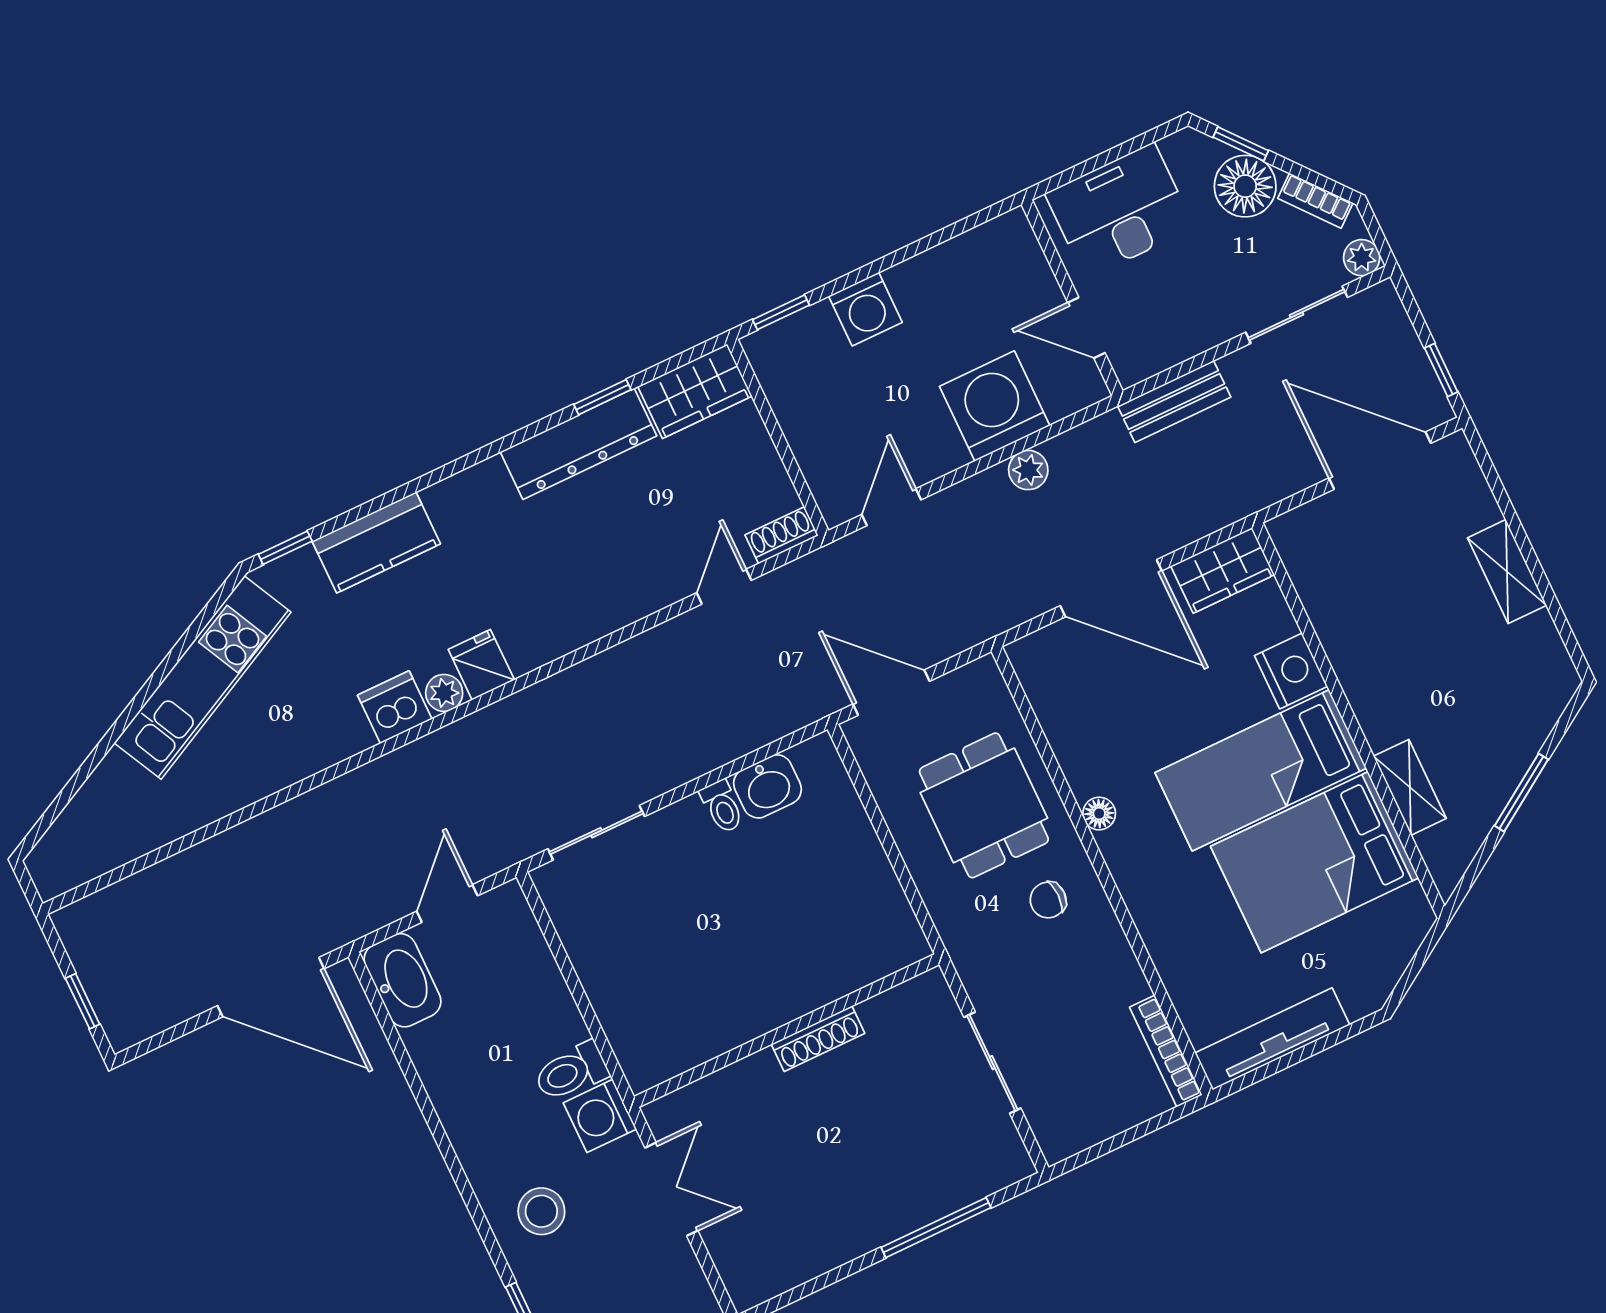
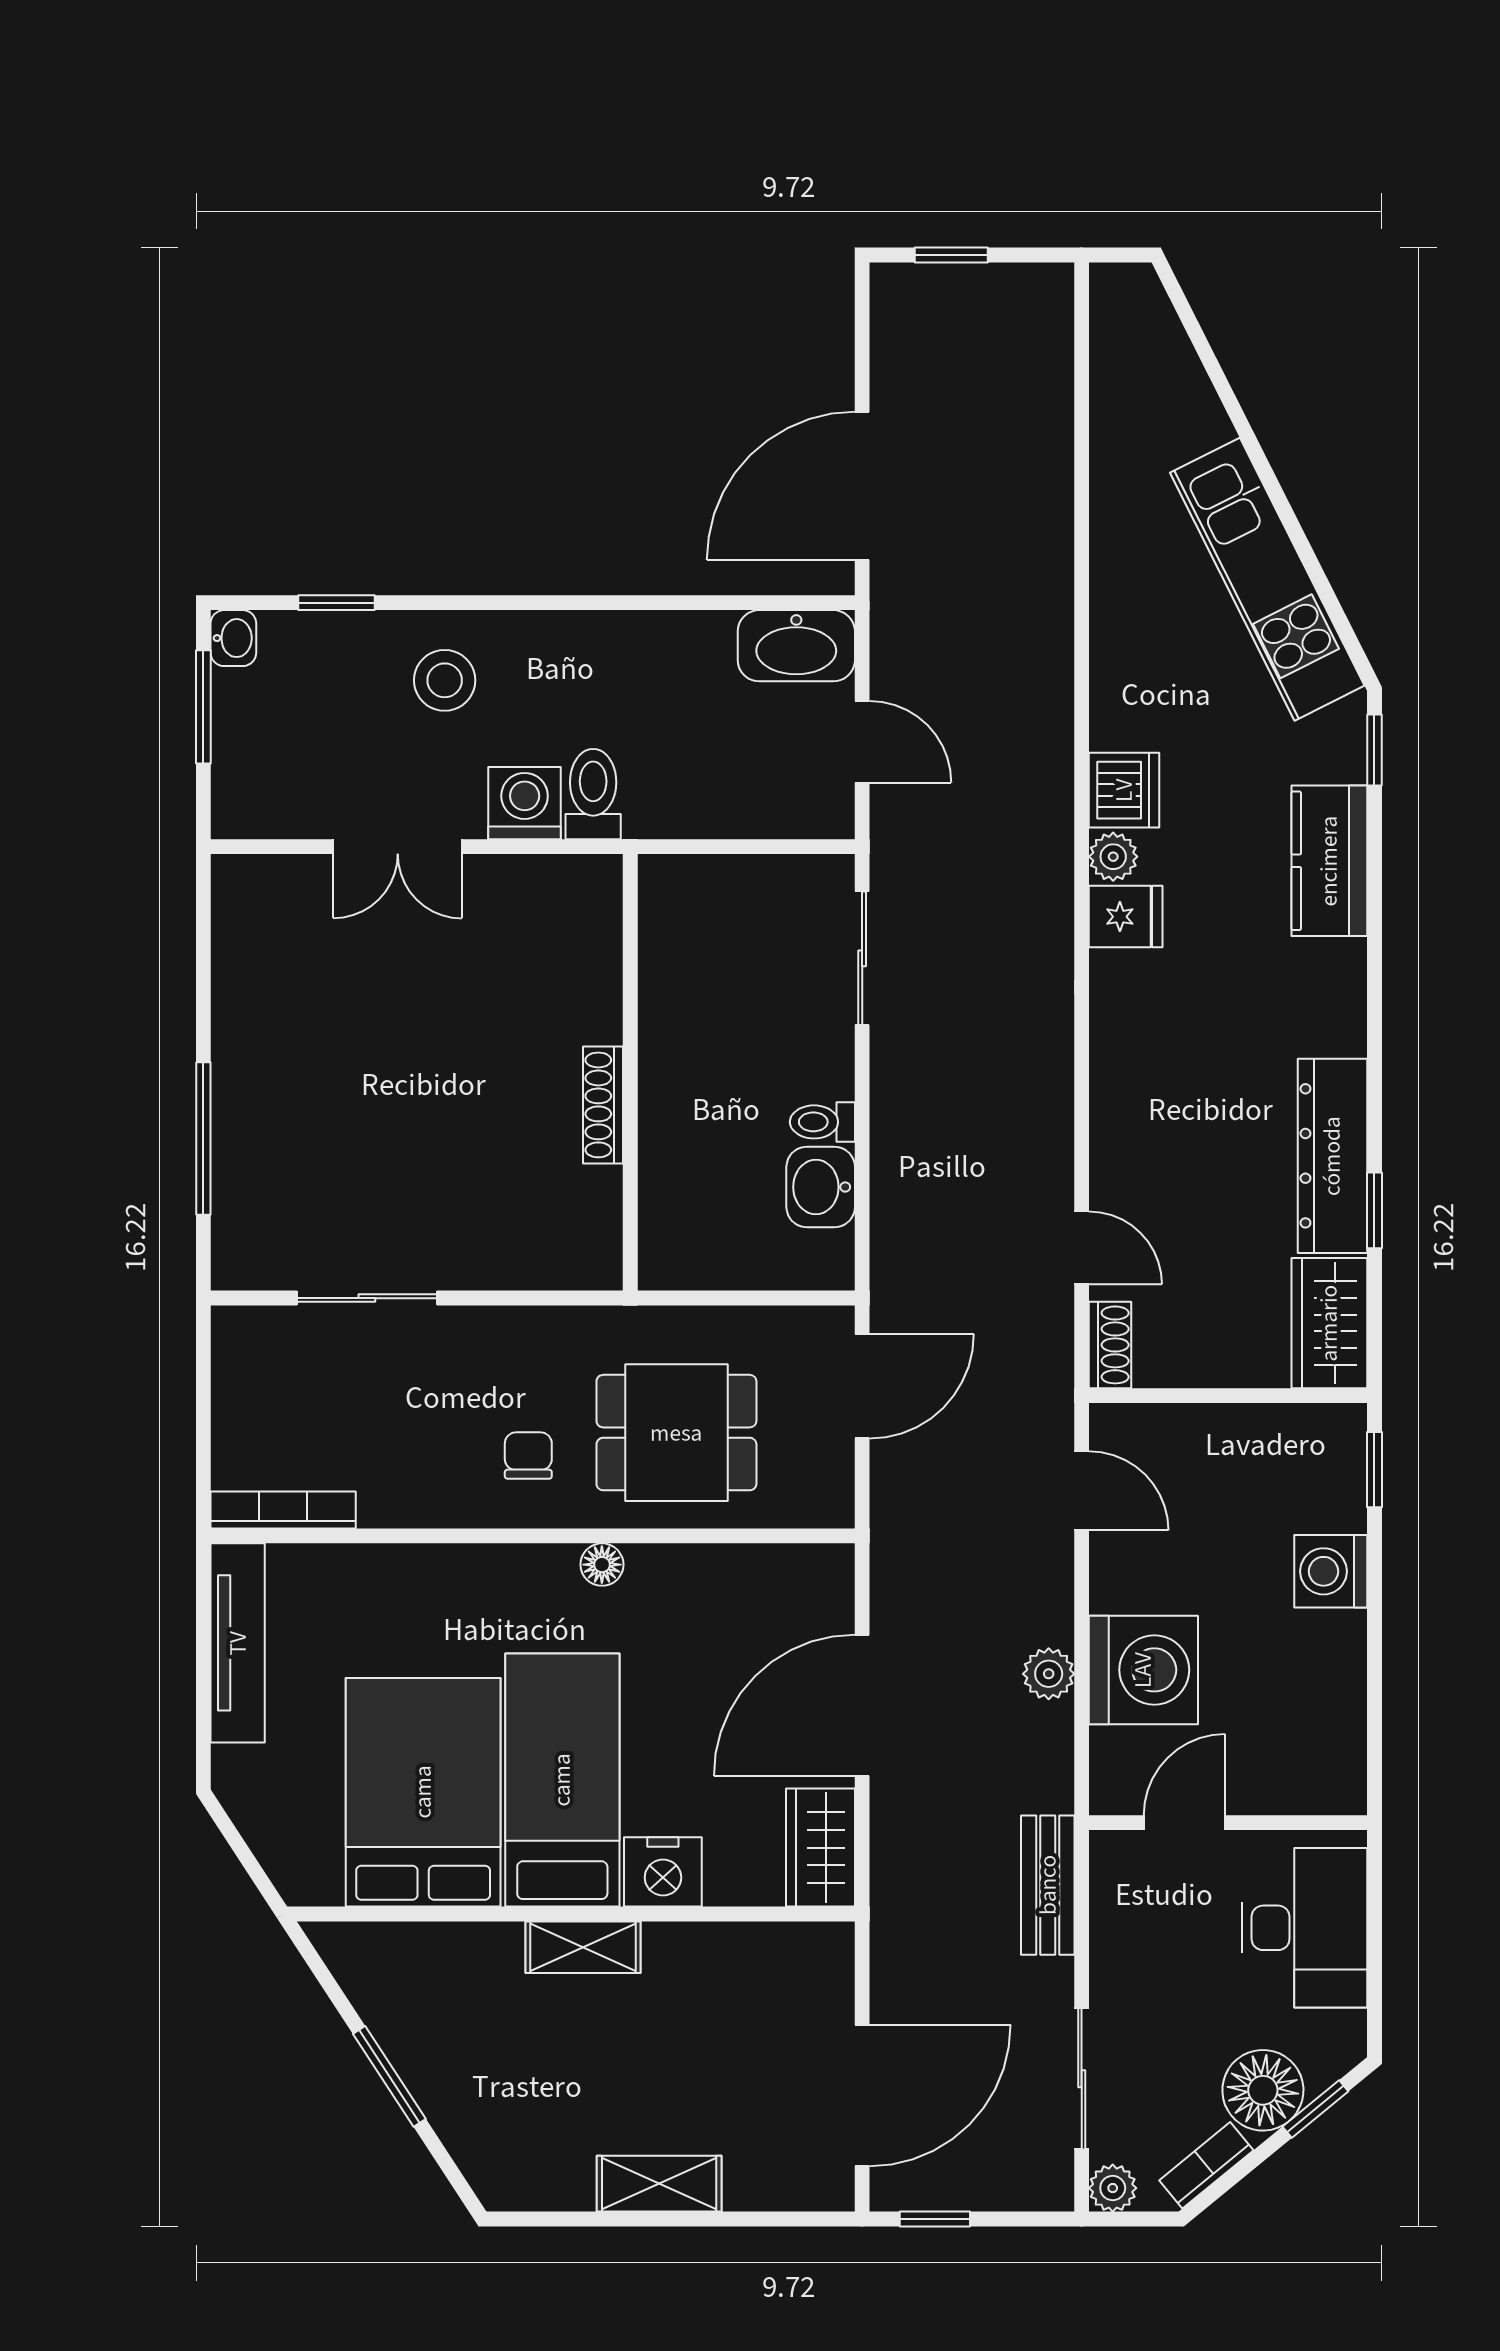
shelving: (1410, 787) -> (583, 1947), moved
wall: (787, 1031) -> (630, 1072), moved
shoe rack: (818, 1039) -> (603, 1105), moved

